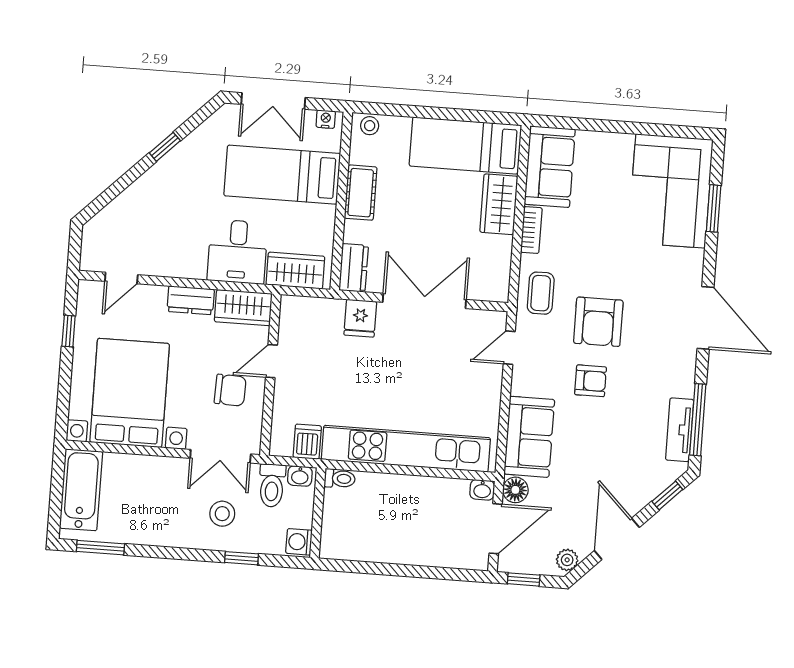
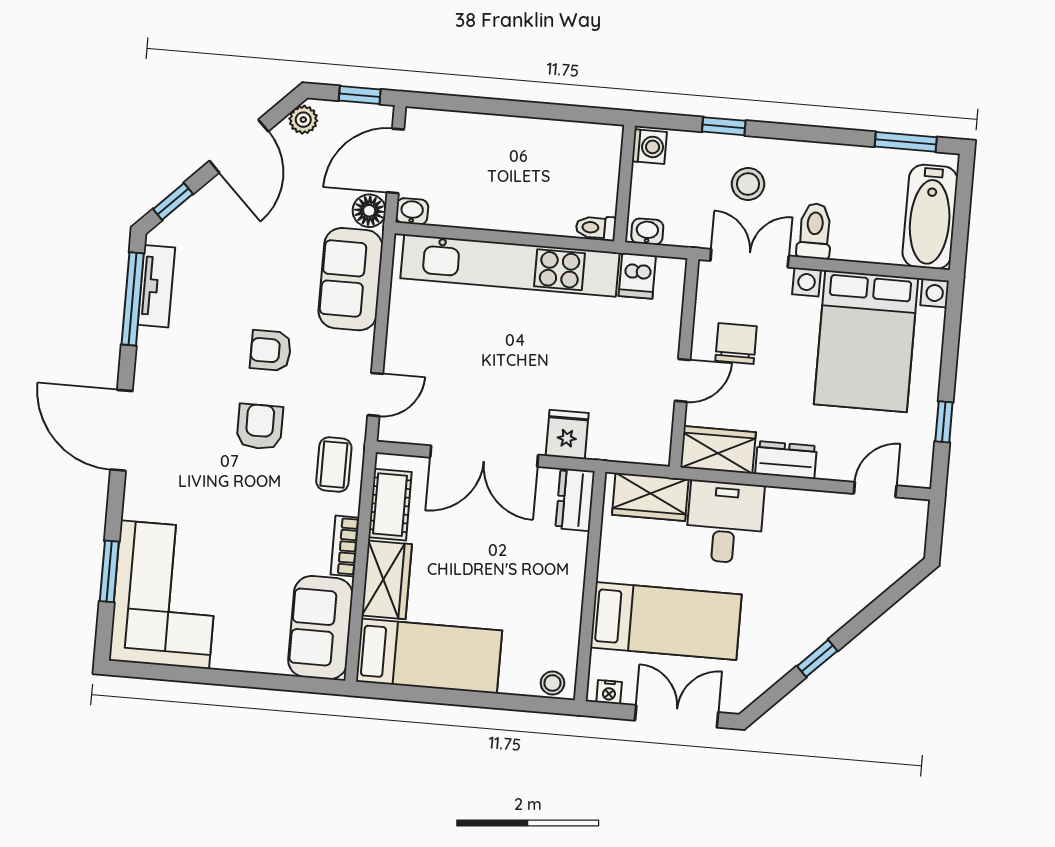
cot: (361, 193) -> (390, 505), moved
armchair: (598, 322) -> (260, 427), width x0.72, depth x0.72
chair: (230, 390) -> (736, 343), turned 88
toilet: (272, 485) -> (815, 231), moved

